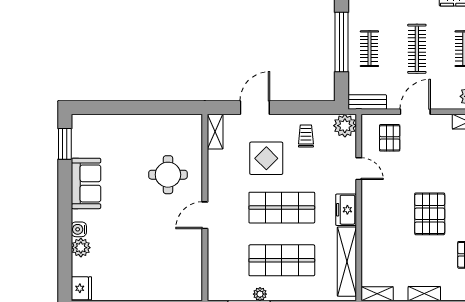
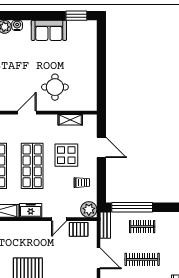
window: (342, 42) -> (132, 207), moved
shelving: (215, 132) -> (70, 120), moved
pallet: (390, 138) -> (79, 229), moved
door: (205, 215) -> (27, 113), hinge flipped

